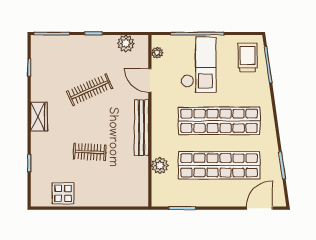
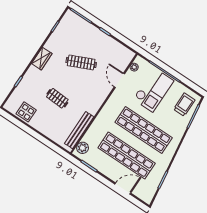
plant: (126, 43) -> (120, 50), removed
bench: (142, 128) -> (79, 130), moved
plant: (160, 166) -> (83, 148), moved
door: (260, 208) -> (123, 189), moved

